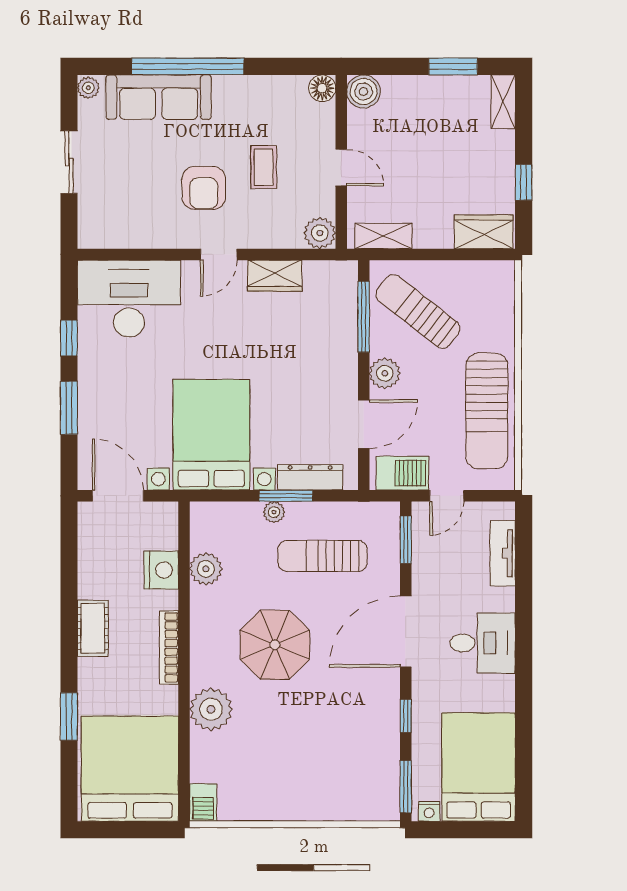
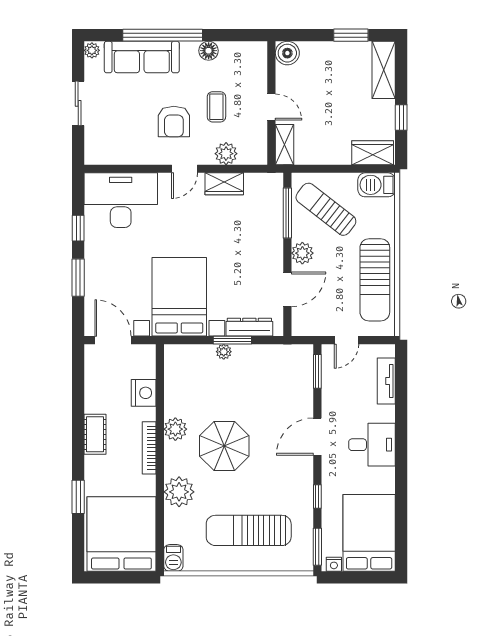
floor lamp: (322, 88) -> (209, 51), moved
shelving: (503, 102) -> (384, 70), width x1.50, depth x1.33
plant: (320, 233) -> (226, 154), moved
shelving: (384, 236) -> (285, 145), moved, turned 90
barbecue: (402, 473) -> (377, 185), moved, turned 180
sun lounger: (322, 556) -> (249, 530), moved, width x1.36, depth x1.34
plant: (206, 569) -> (175, 429), moved
door: (406, 632) -> (317, 437), width x0.73

